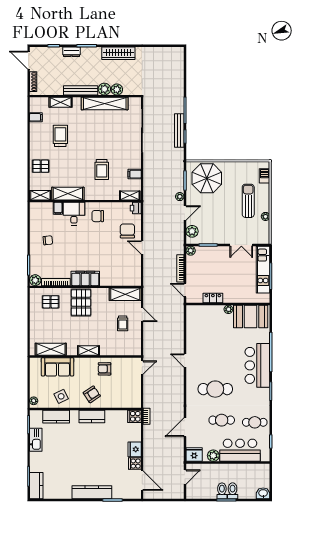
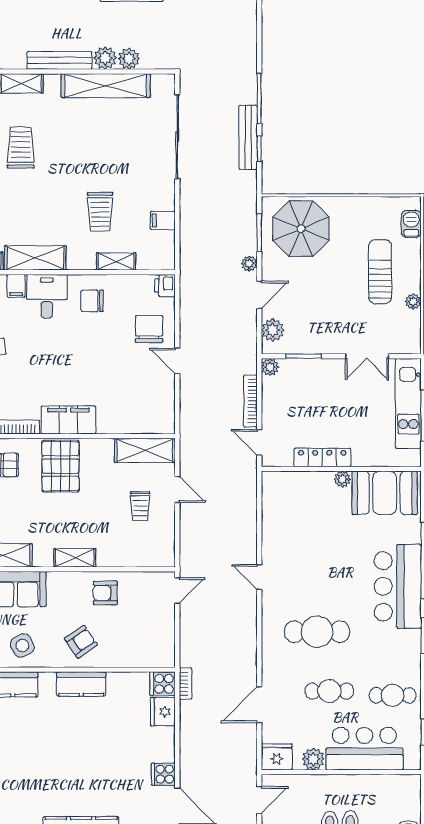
shelving: (130, 195) -> (116, 261), moved
locker: (213, 298) -> (322, 458), width x1.53
fridge: (135, 449) -> (163, 712), moved

